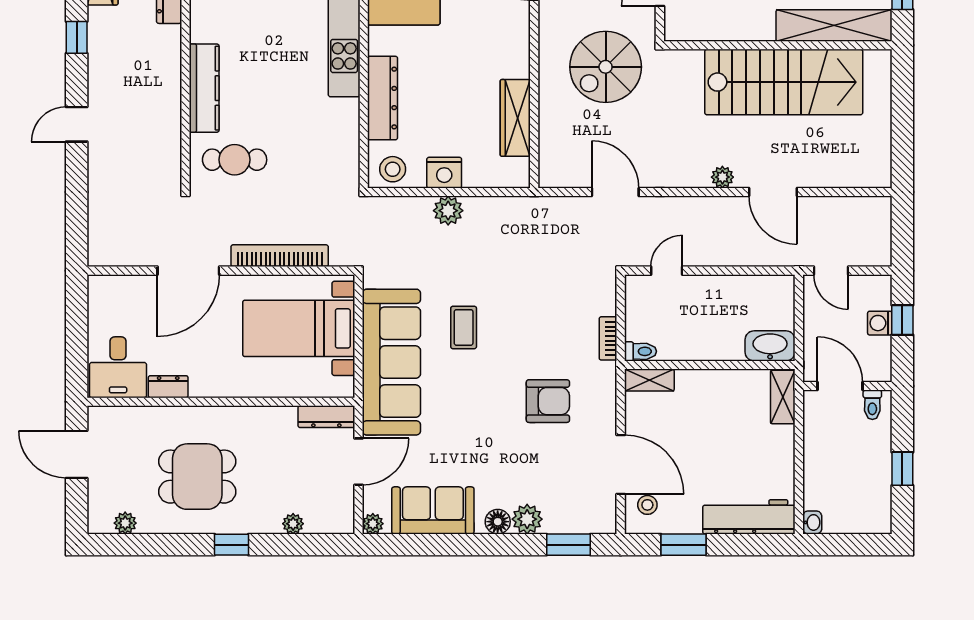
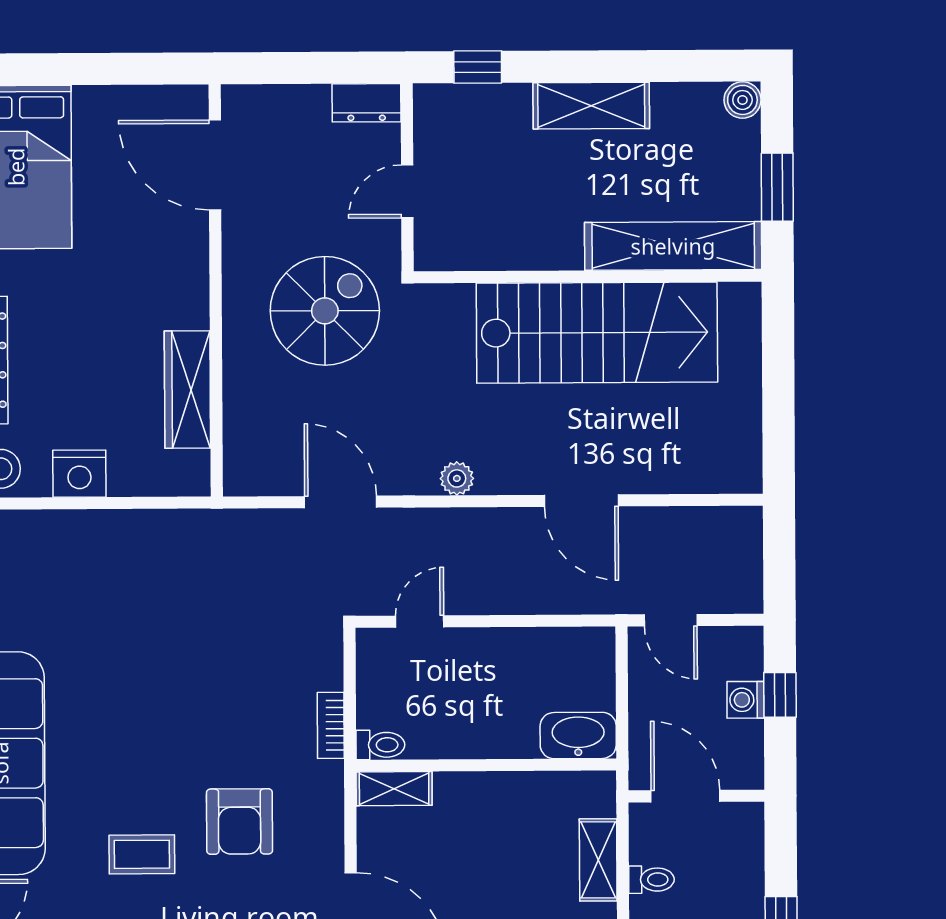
spiral stairs: (606, 67) -> (325, 311), turned 180
plant: (722, 177) -> (457, 478), moved
plant: (448, 211) -> (86, 532), removed
coffee table: (464, 327) -> (142, 854), moved, turned 90
shelving: (783, 397) -> (598, 860), moved
armchair: (548, 401) -> (240, 822), turned 90
toilet: (872, 405) -> (651, 880), moved, turned -90

